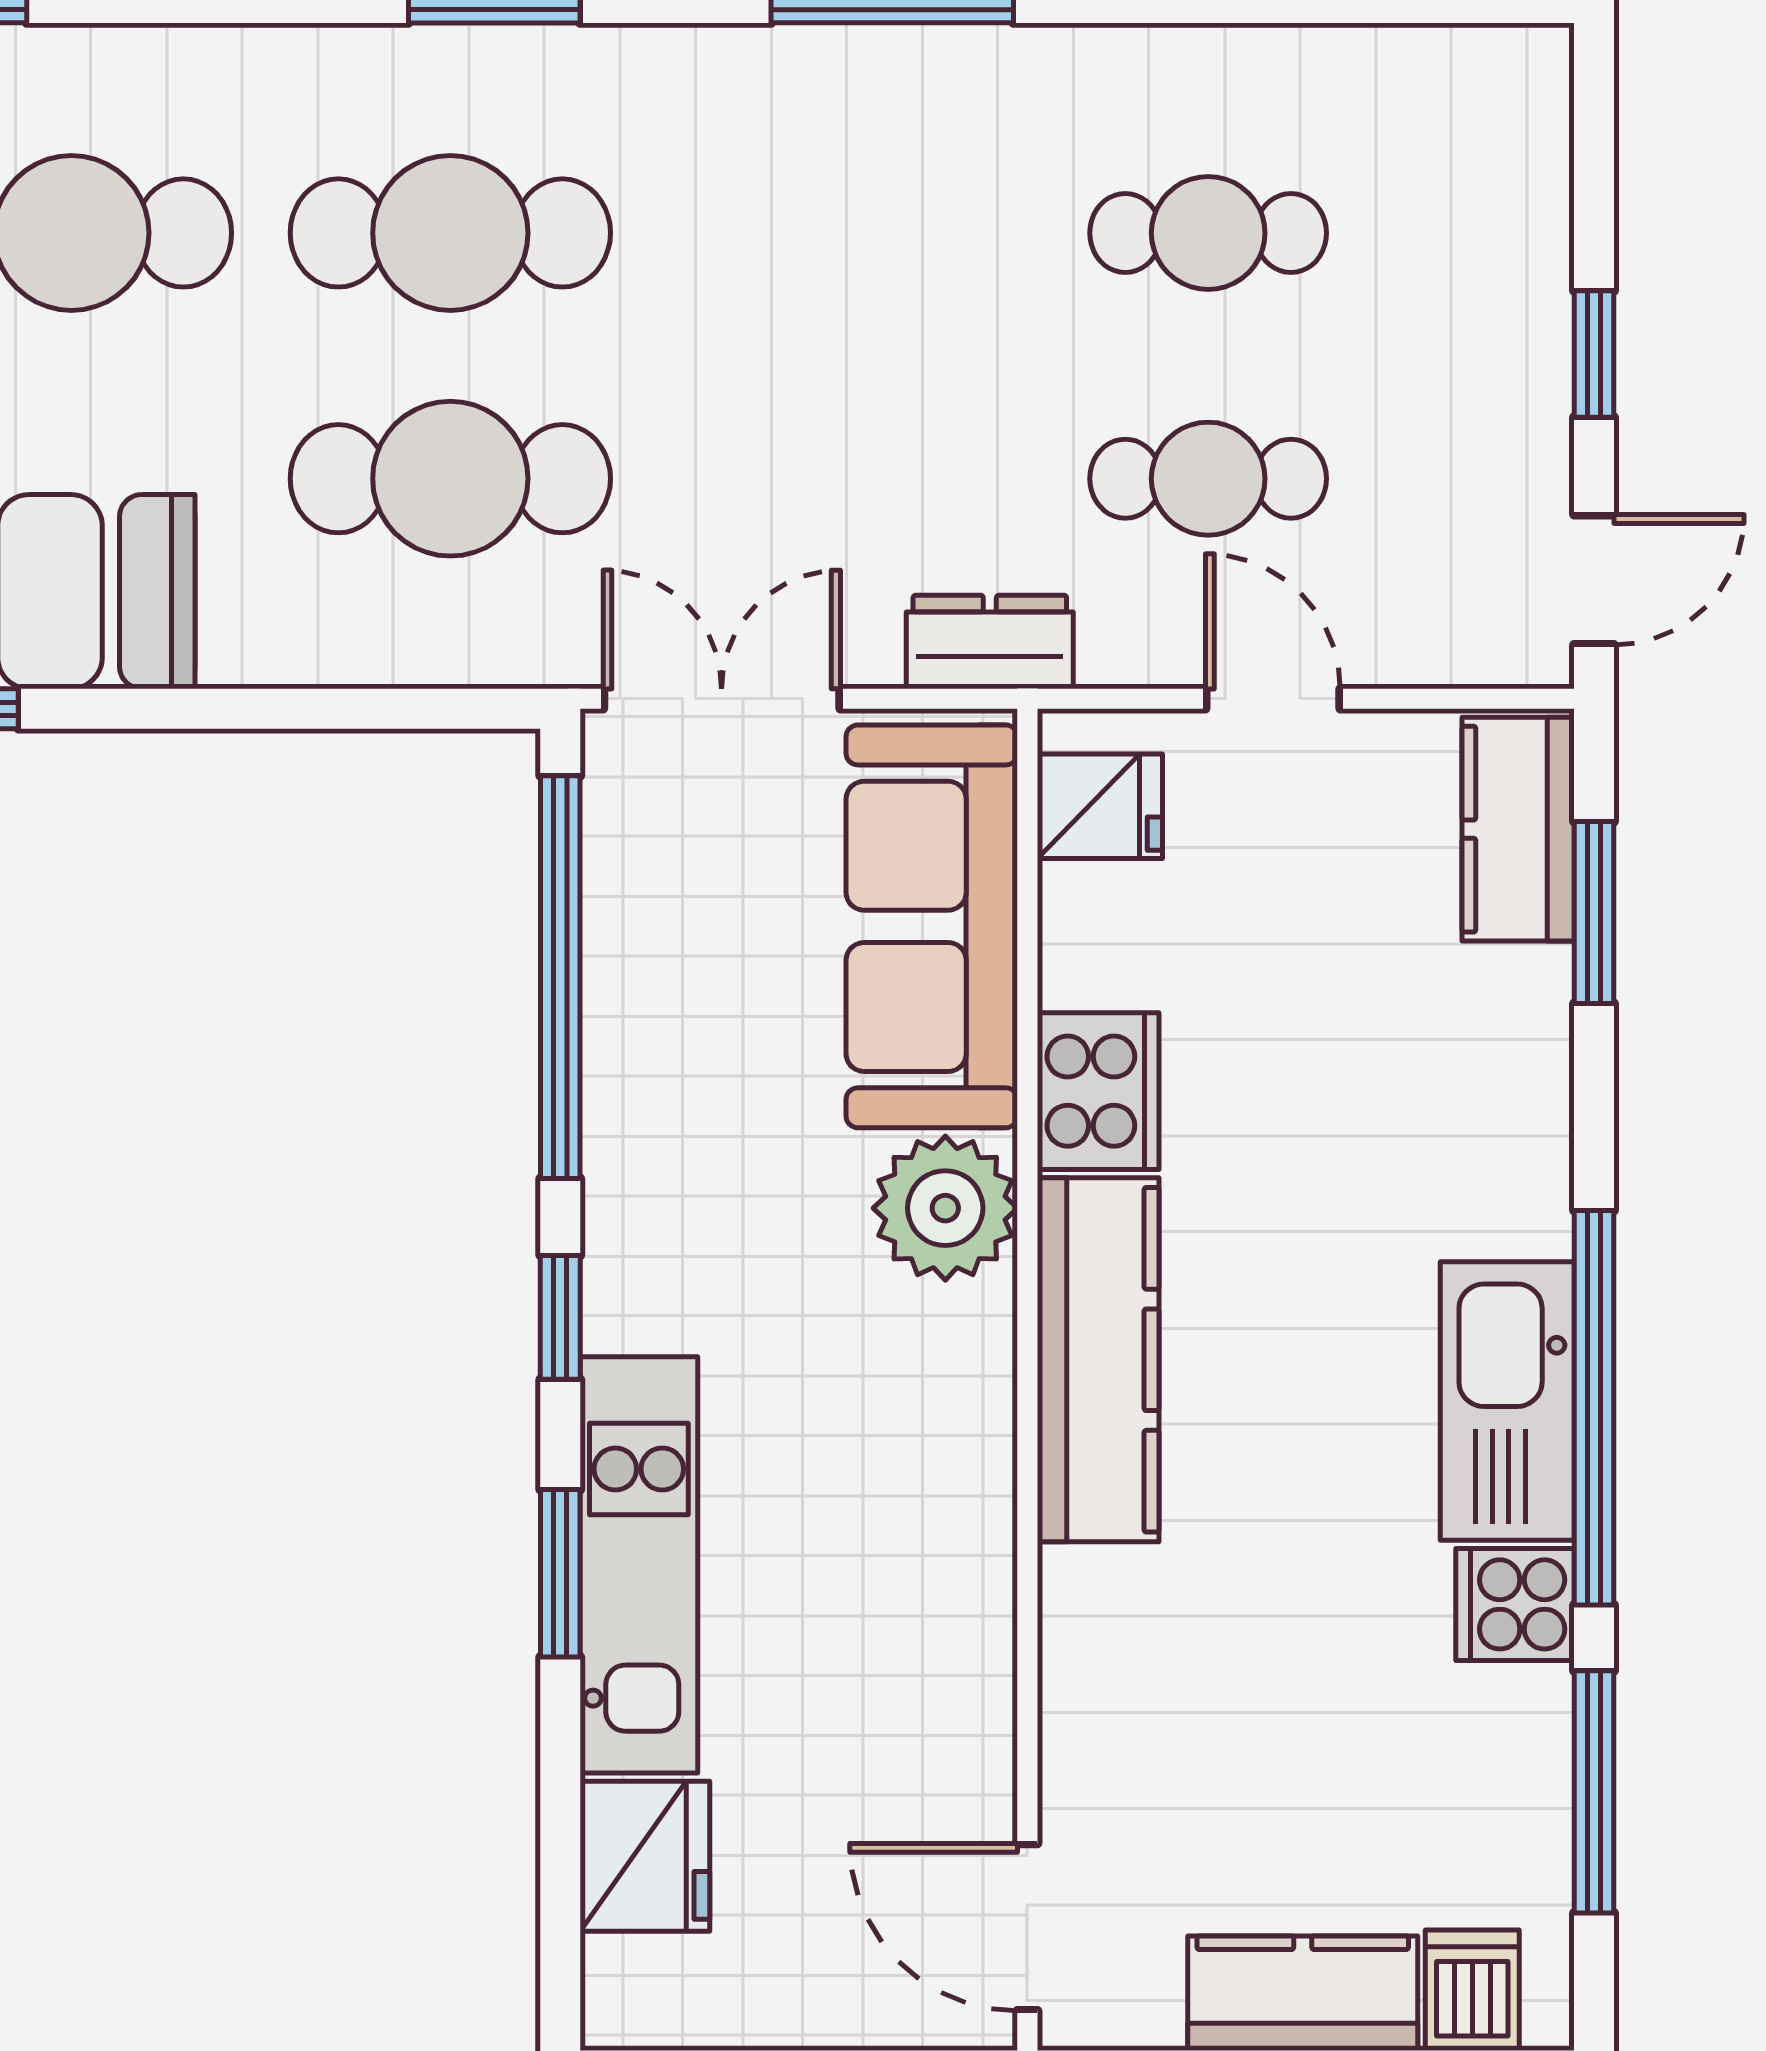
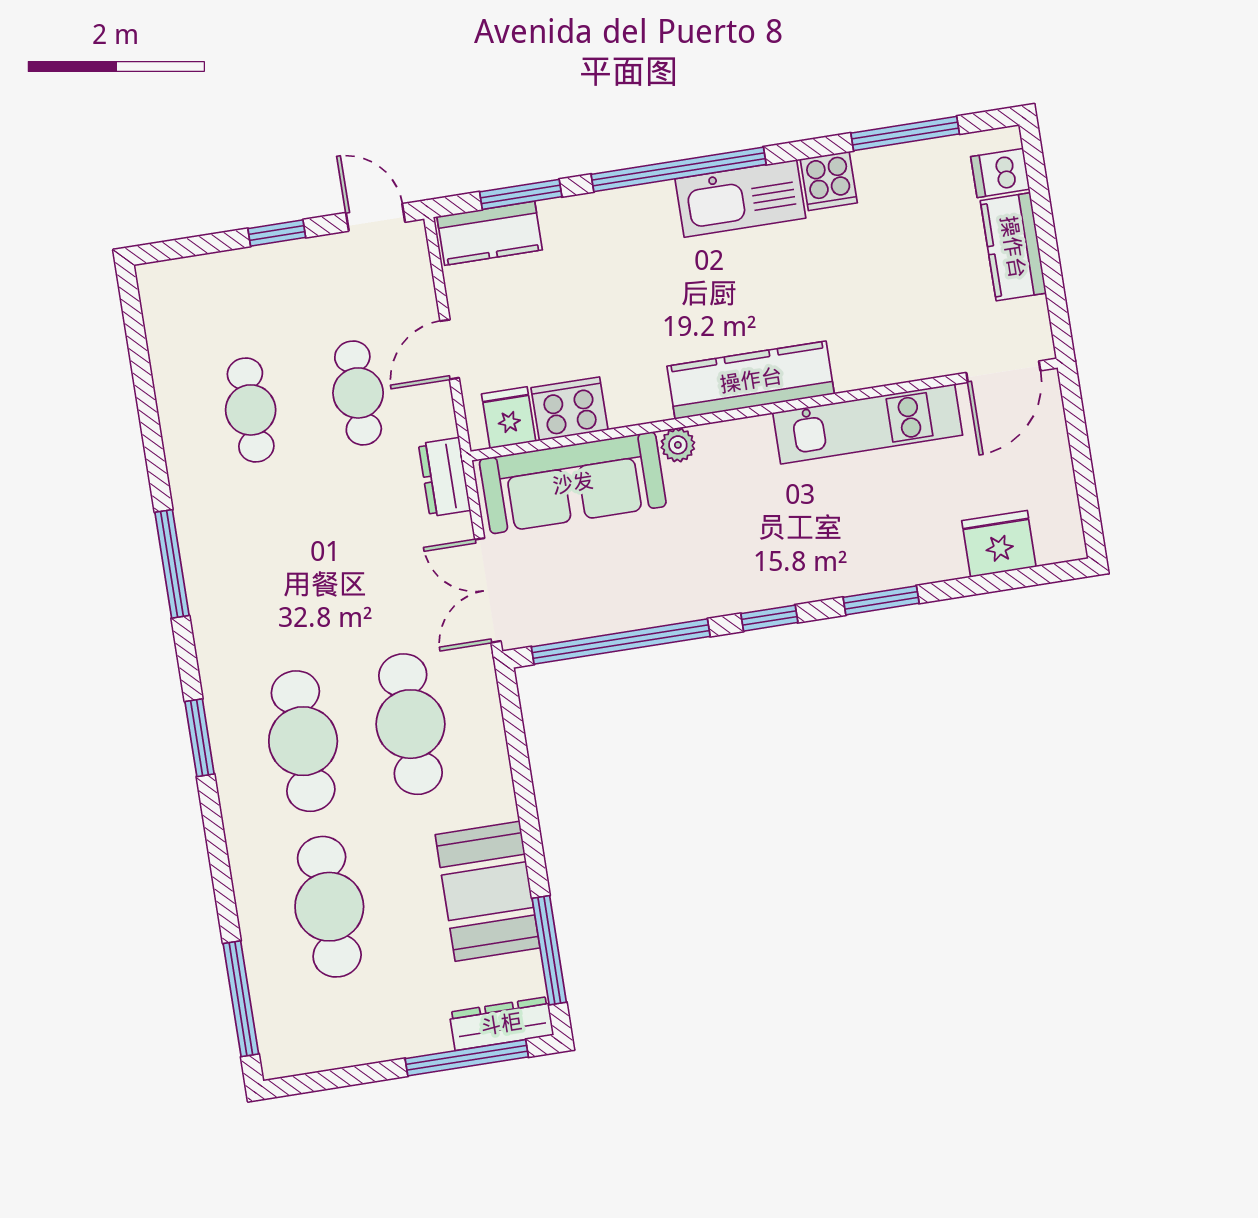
cooker: (1098, 1091) -> (569, 409), moved
plant: (945, 1208) -> (678, 445), width x0.53, depth x0.53
window: (1594, 1408) -> (679, 169), moved
kitchen unit: (639, 1565) -> (868, 424), moved, turned 180

